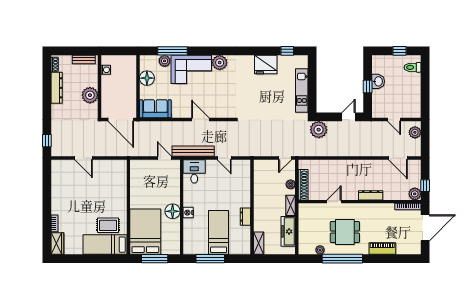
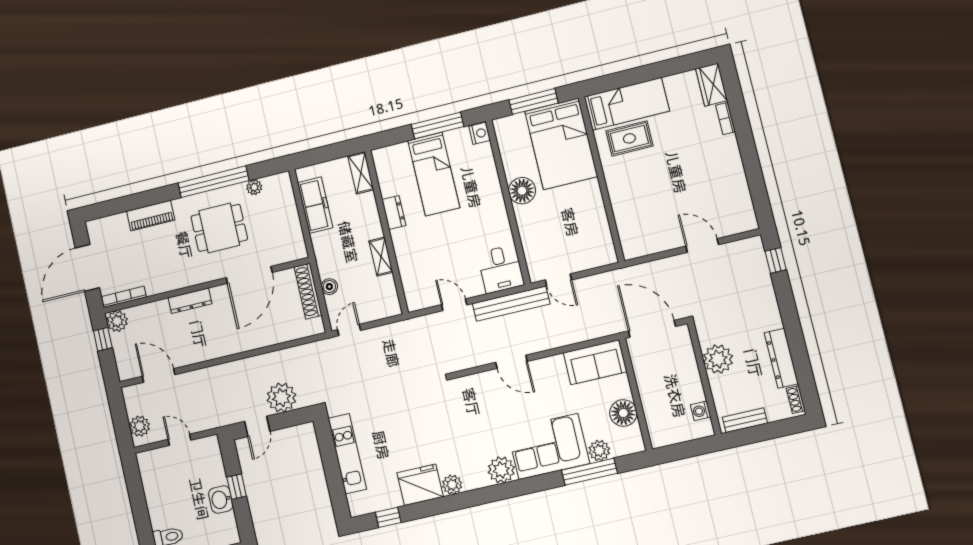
plant: (248, 61) -> (452, 485), added
plant: (319, 130) -> (281, 397), moved
door: (334, 202) -> (249, 275), width x1.87
shelving: (291, 205) -> (381, 257), moved
nightstand: (188, 213) -> (480, 133), moved

